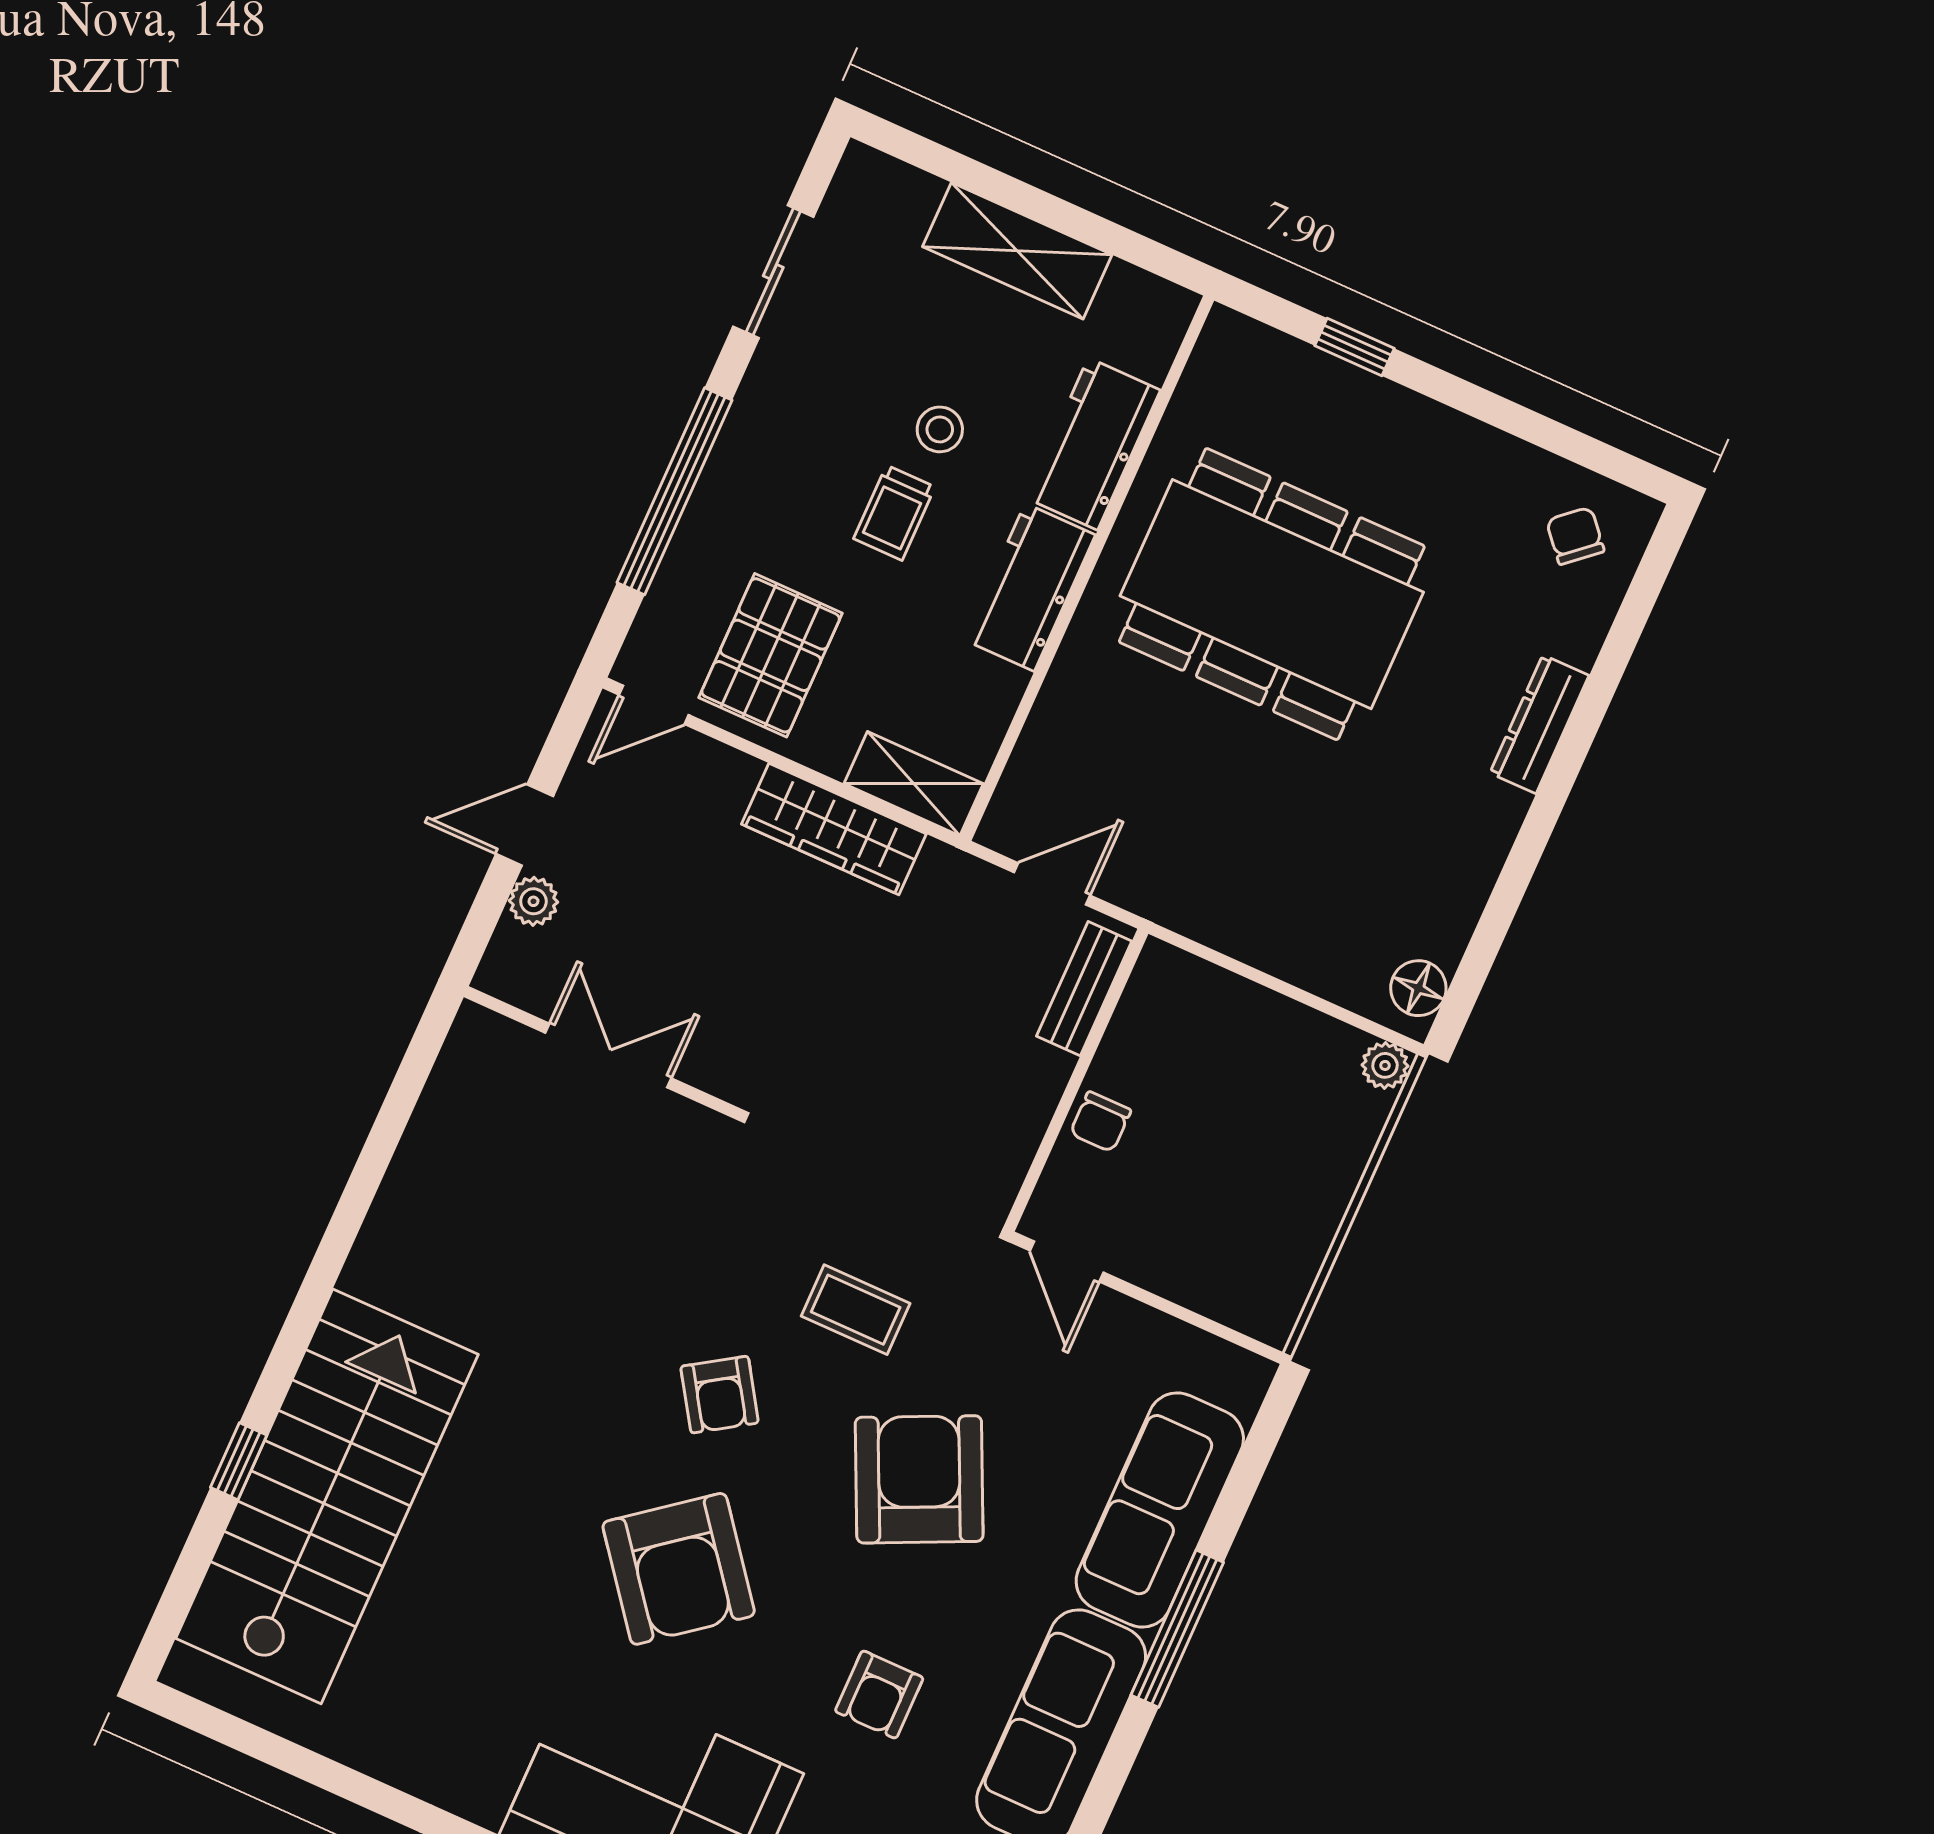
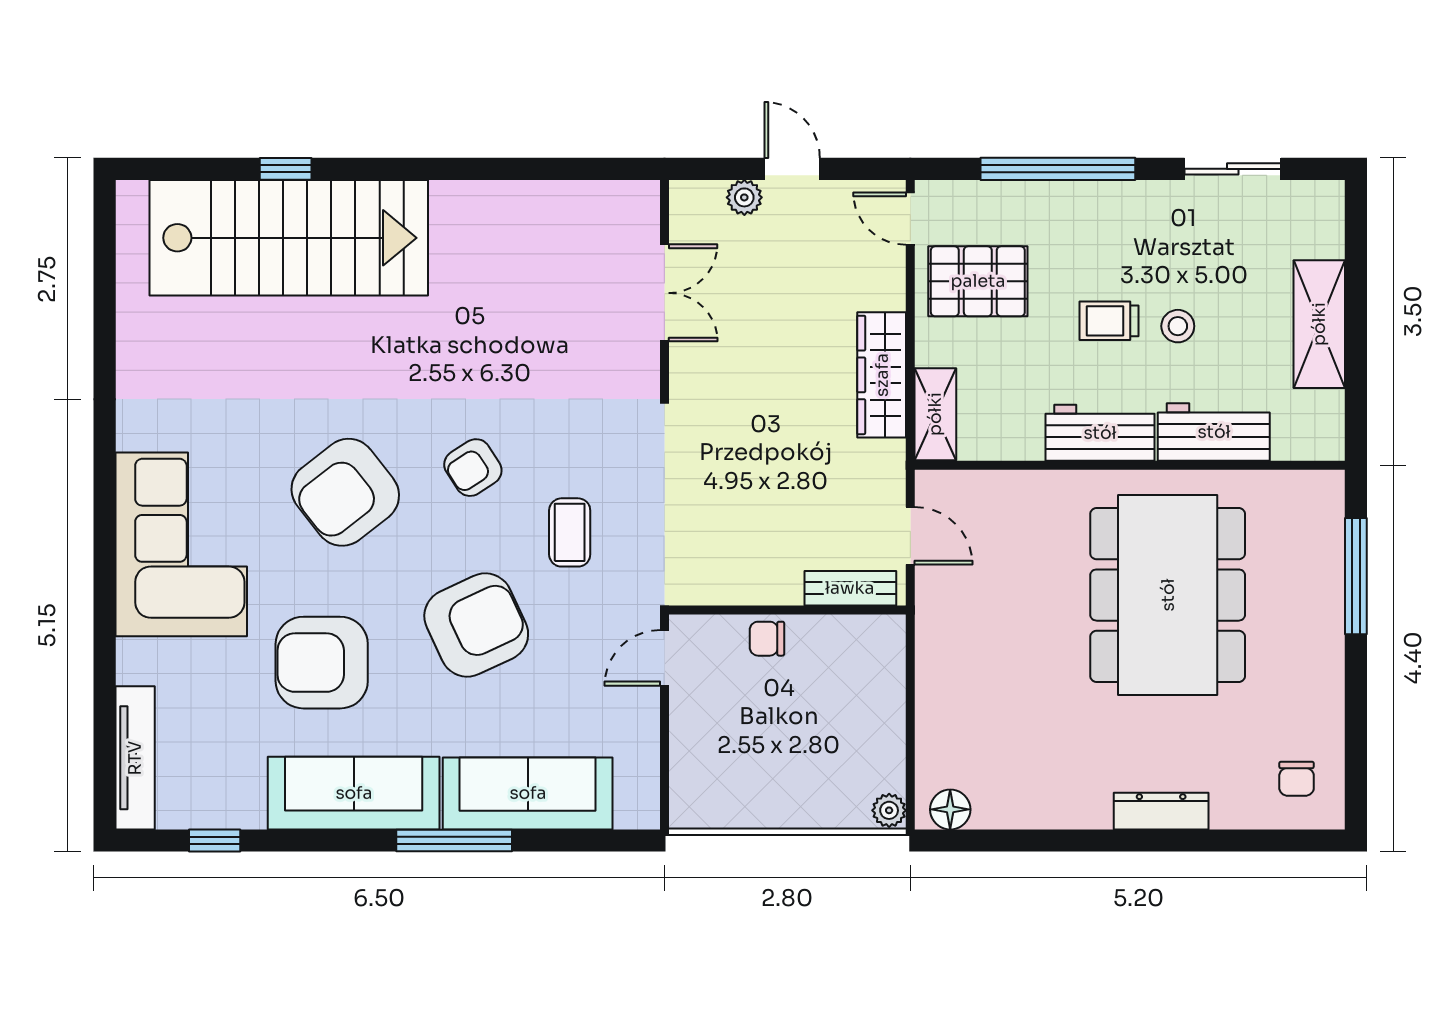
window: (1354, 347) -> (1356, 576), width x2.17
chair: (1575, 536) -> (1297, 779), turned 131
armchair: (879, 1695) -> (322, 663), width x1.88, depth x1.88

